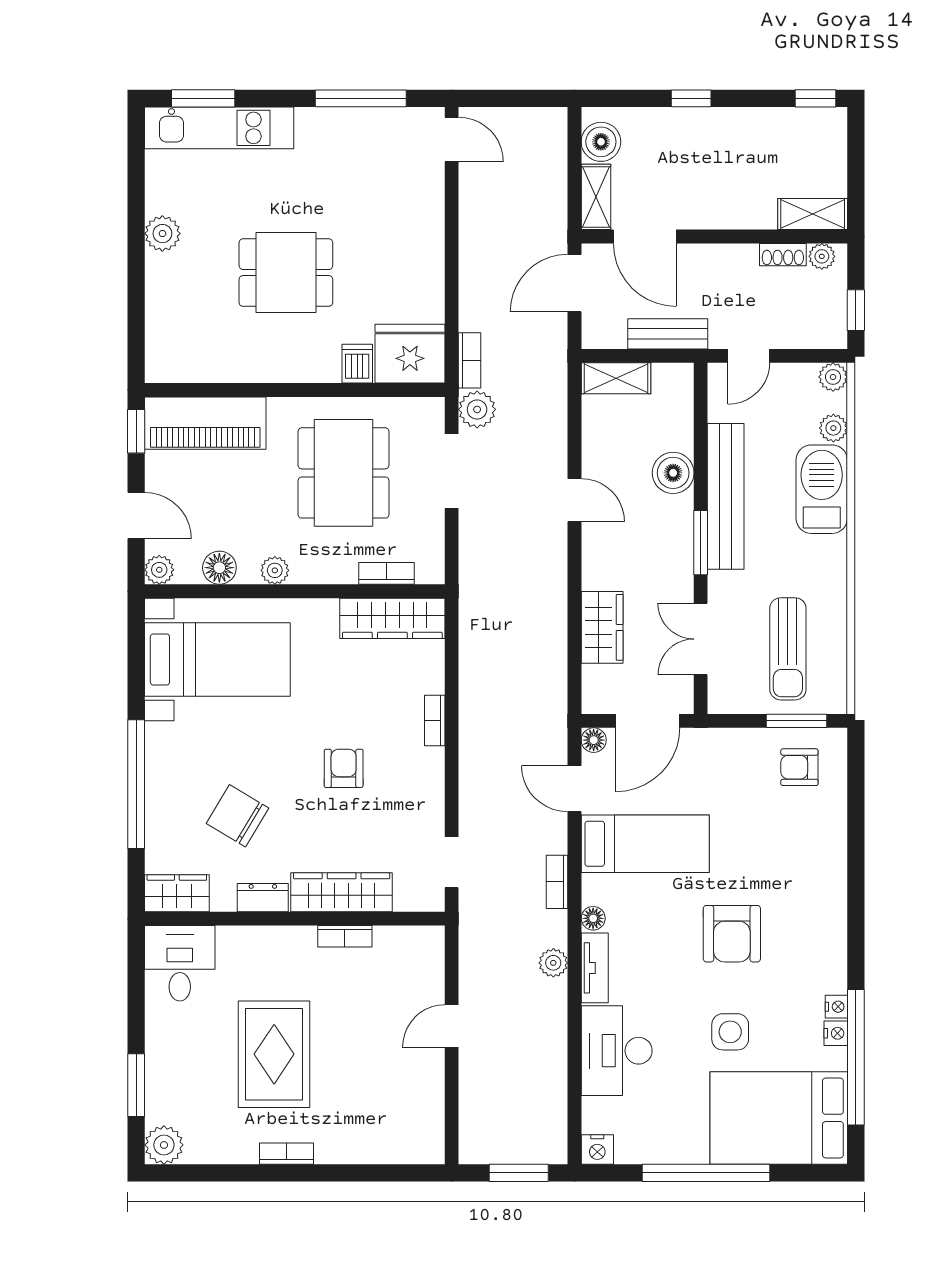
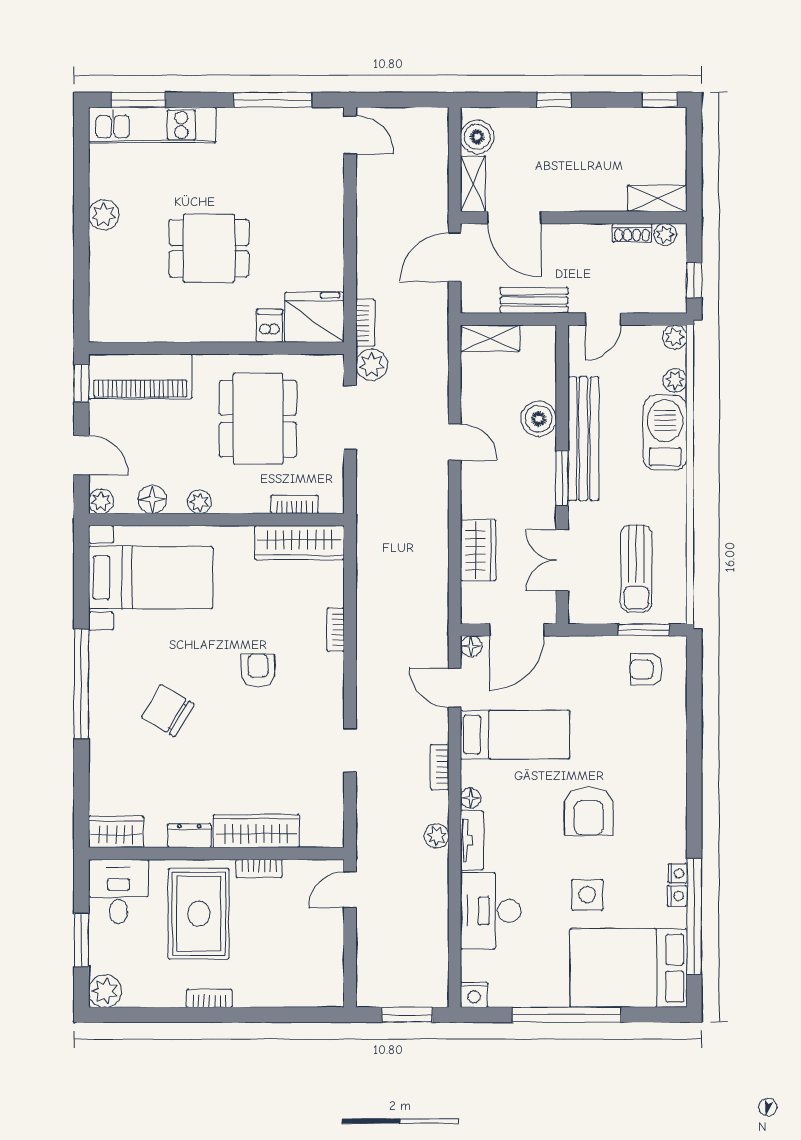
wardrobe: (342, 892) -> (256, 831), moved
wardrobe: (177, 893) -> (116, 832), moved
dresser: (263, 898) -> (189, 836), moved
wall: (295, 919) -> (216, 854), moved
bookcase: (345, 936) -> (259, 869), moved
desk: (180, 963) -> (119, 892), moved

